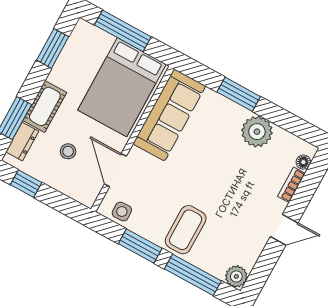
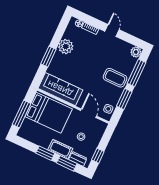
window: (53, 48) -> (45, 153), moved
door: (115, 170) -> (89, 113), swing flipped

